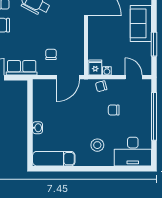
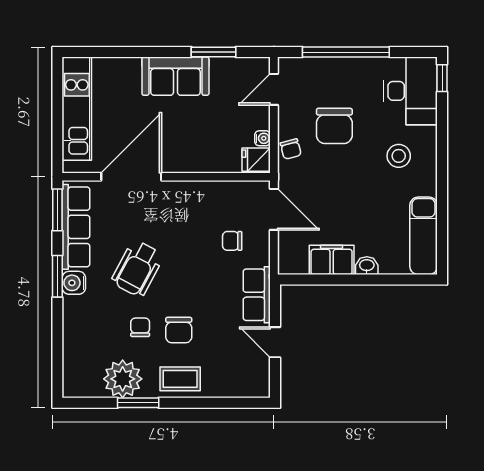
filing cabinet: (41, 109) -> (332, 260), added
chair: (114, 110) -> (334, 126), width x1.87, depth x1.87
window: (140, 169) -> (442, 78), added

